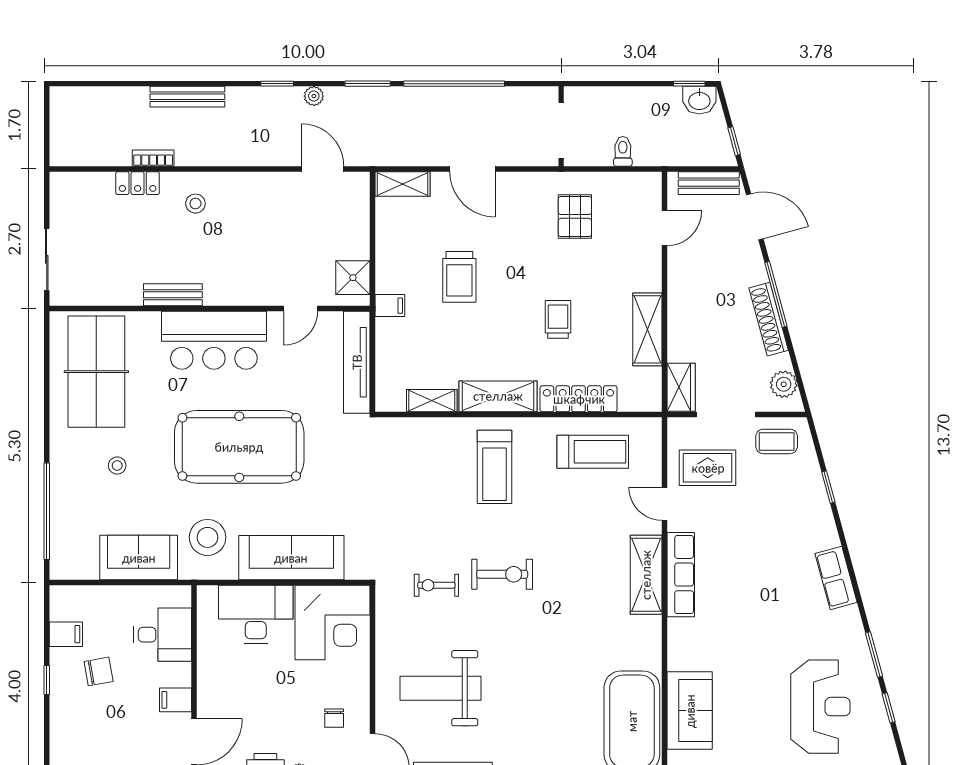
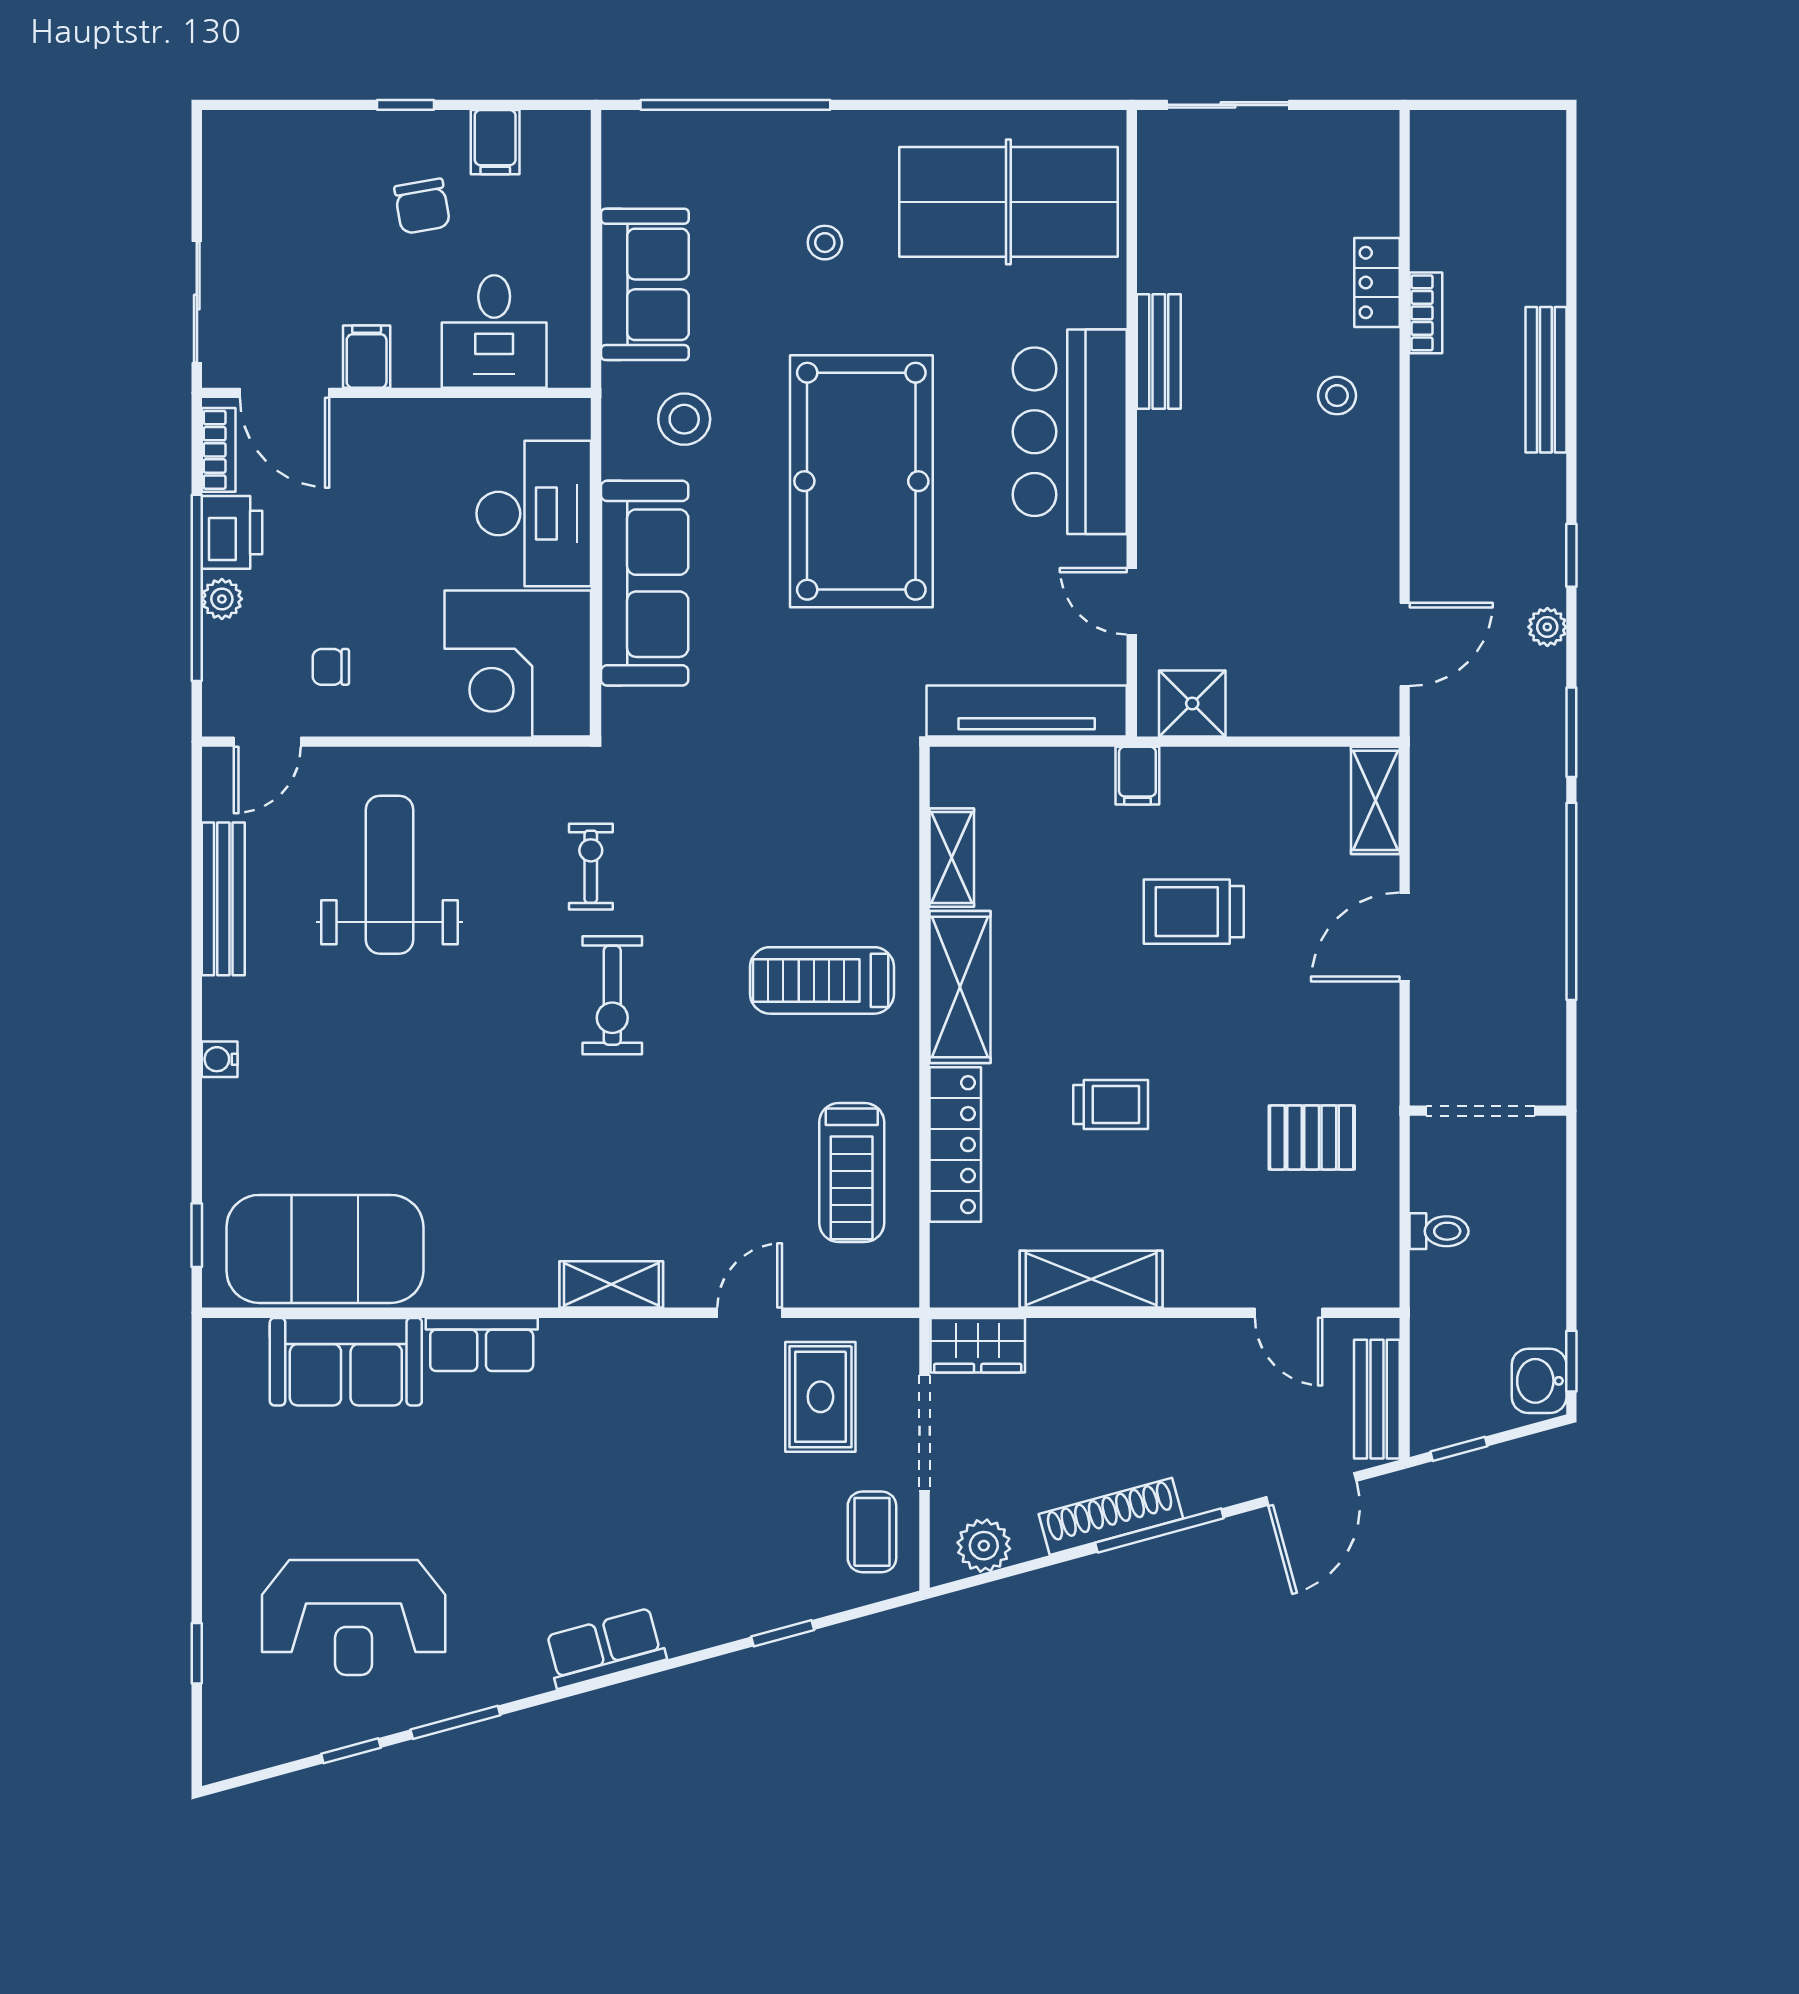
stool: (208, 537) -> (684, 419), width x0.73, depth x0.73
shelving: (646, 575) -> (611, 1284), width x0.67, depth x0.75
row of seats: (681, 575) -> (482, 1344), moved, width x0.68

